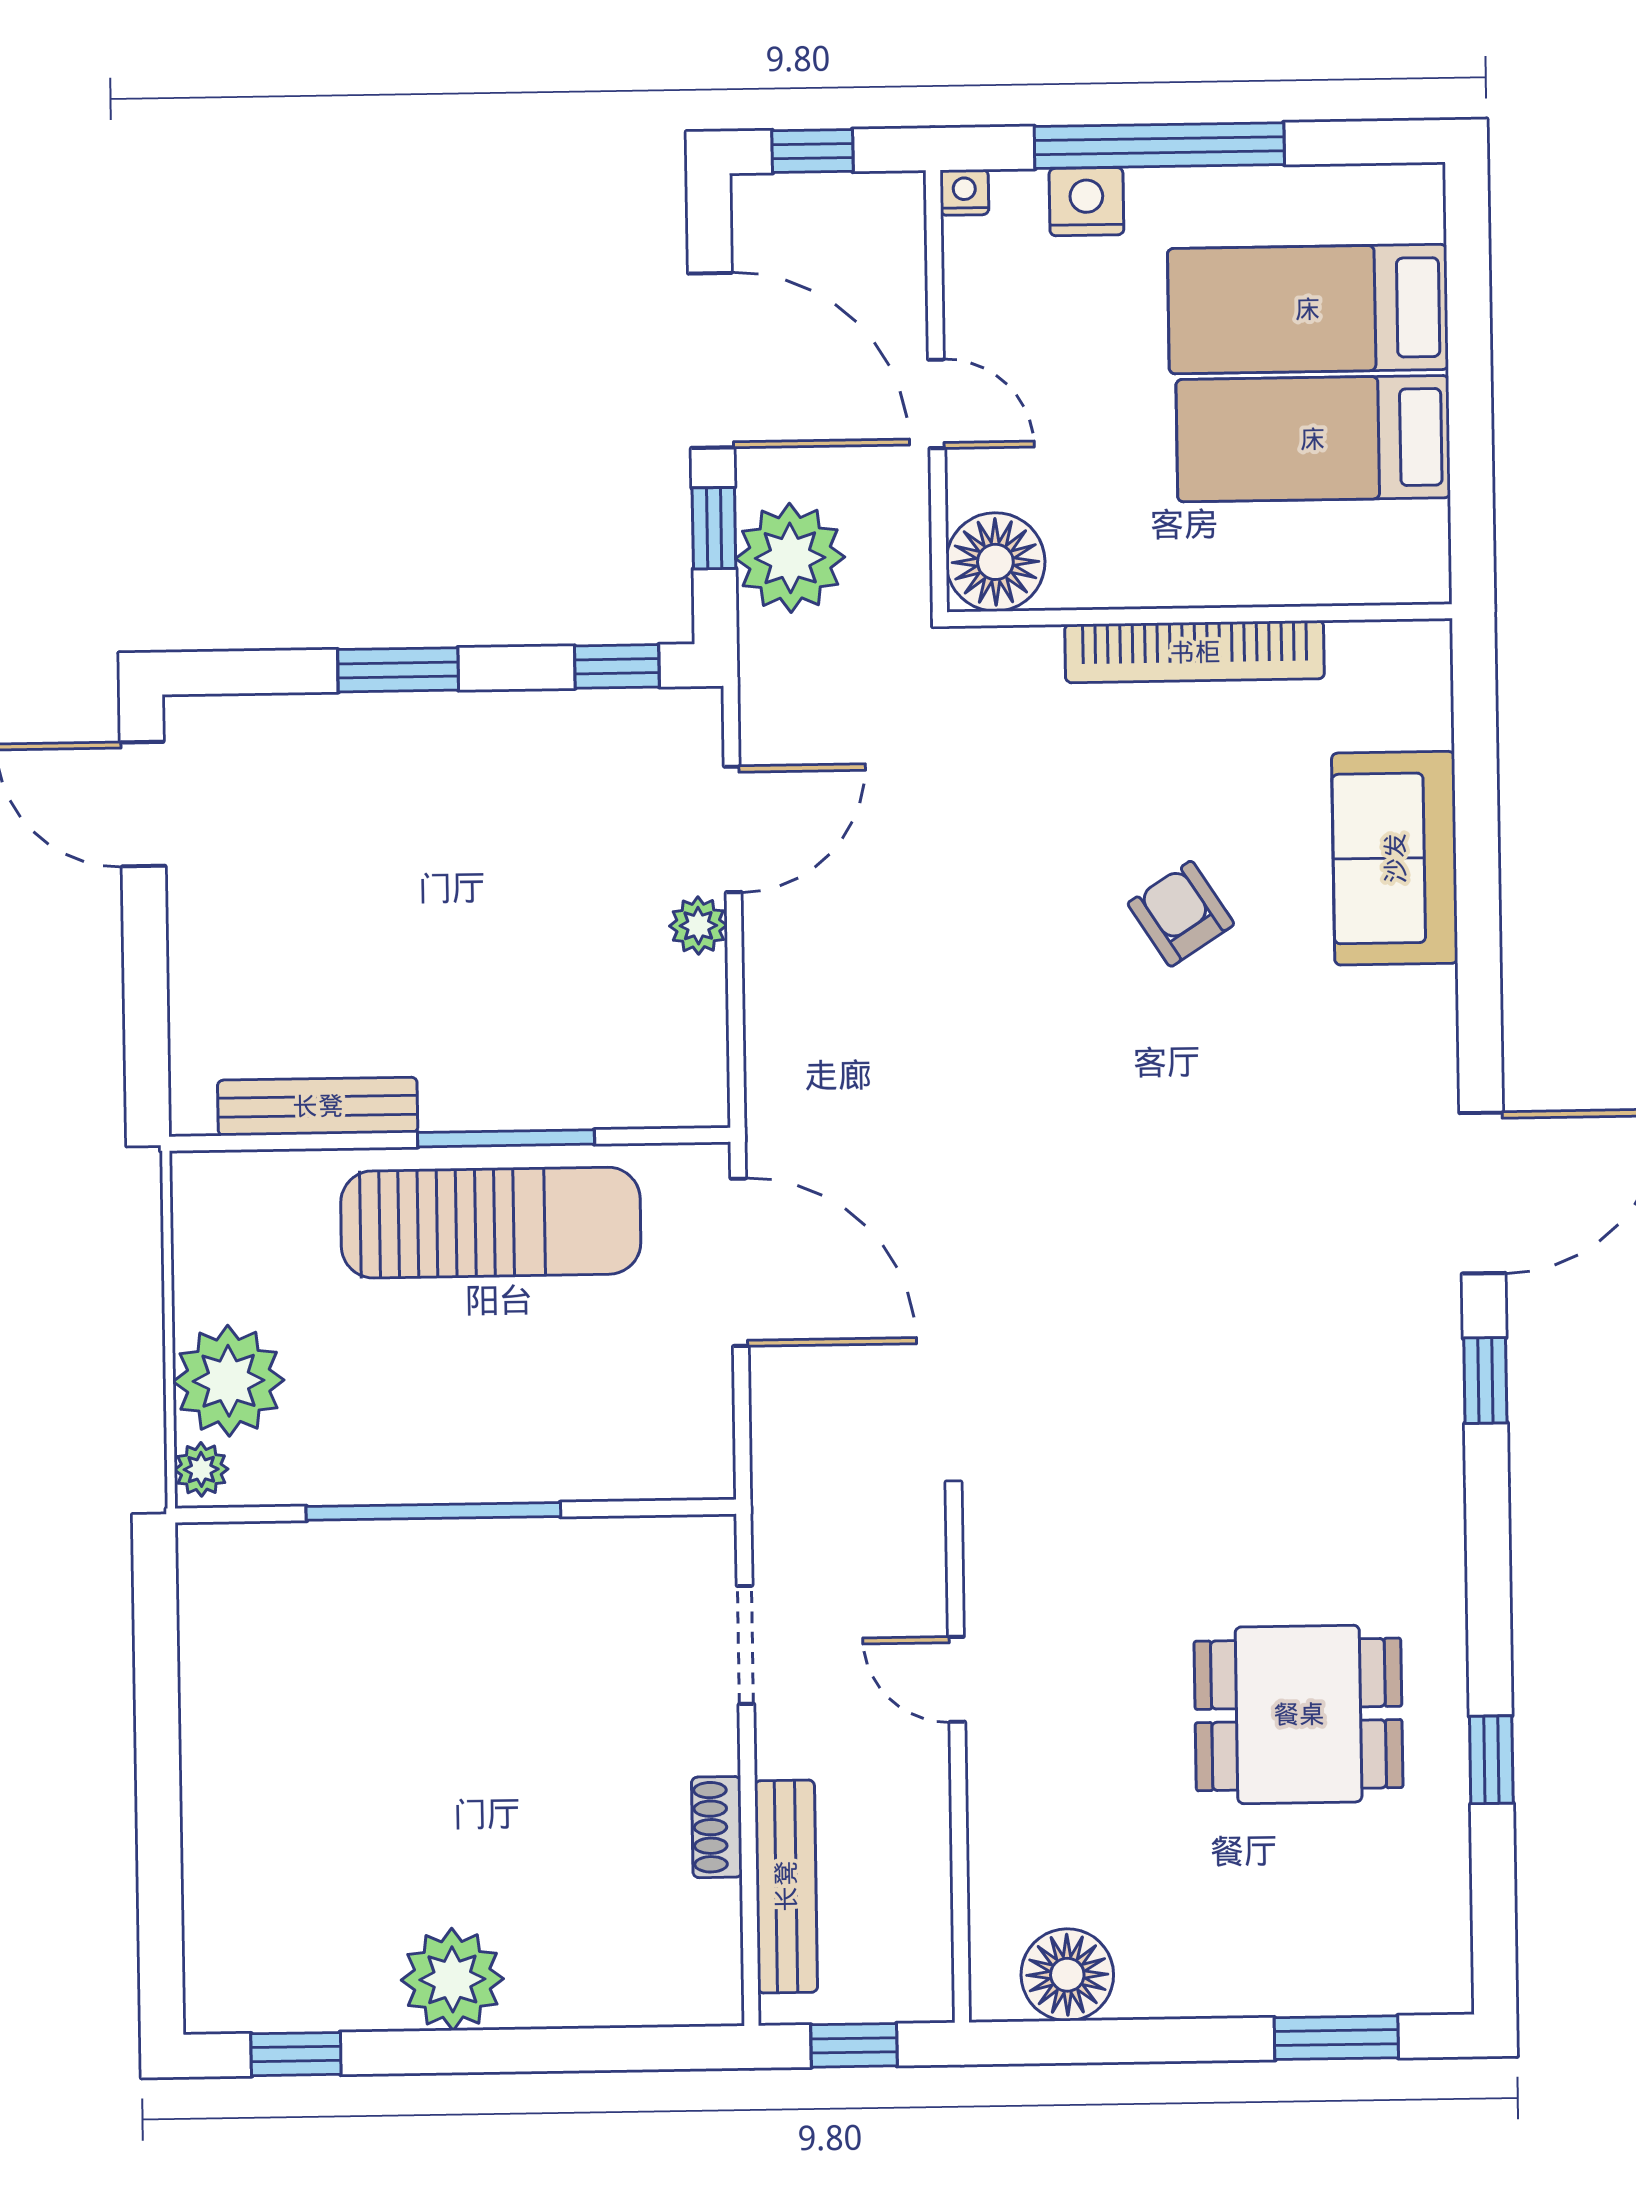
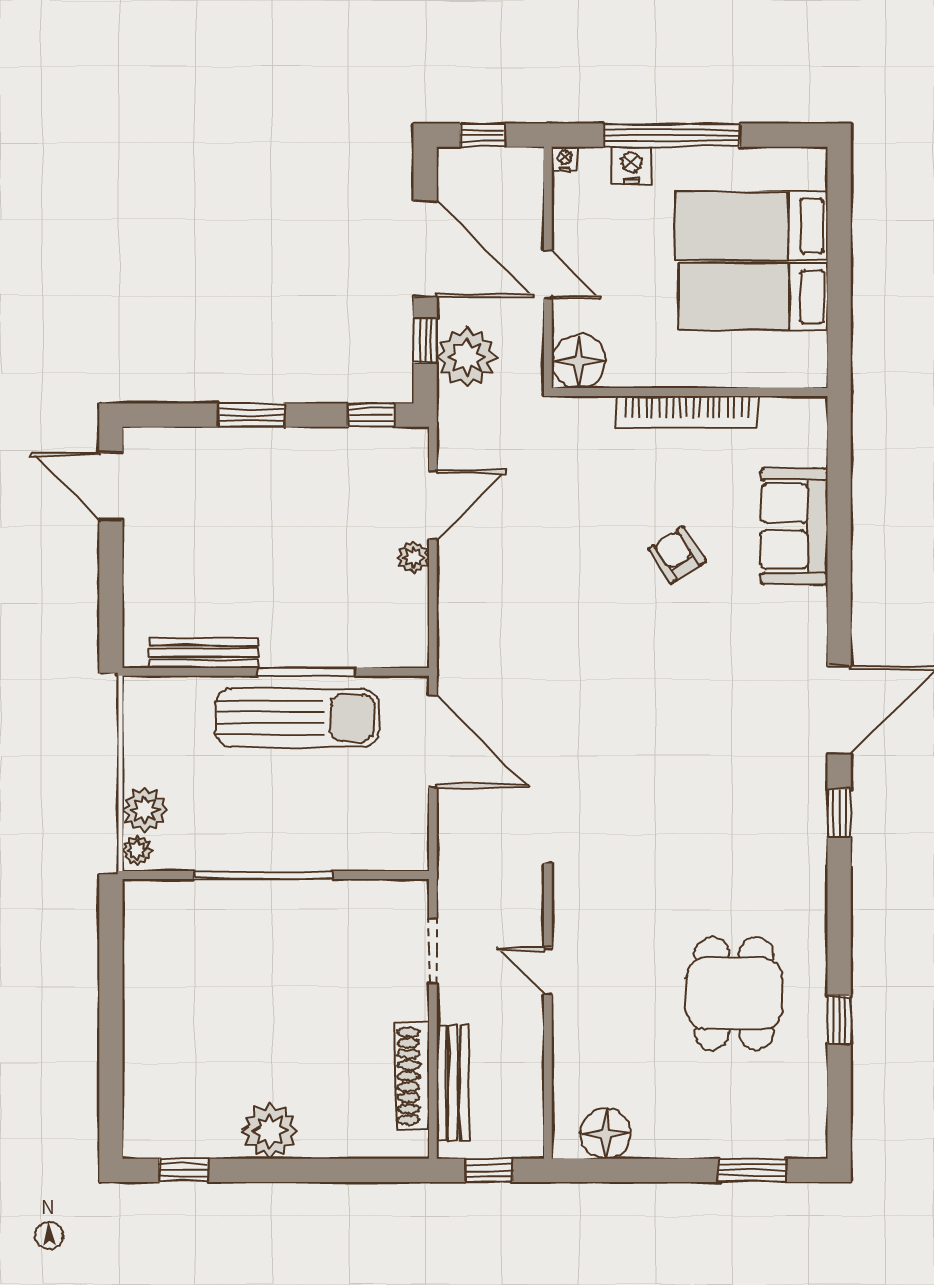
plant: (229, 1381) -> (145, 810), width x0.73, depth x0.73
dining table: (1299, 1714) -> (734, 993), turned 90
shoe rack: (717, 1827) -> (413, 1076), width x1.94, depth x1.24

